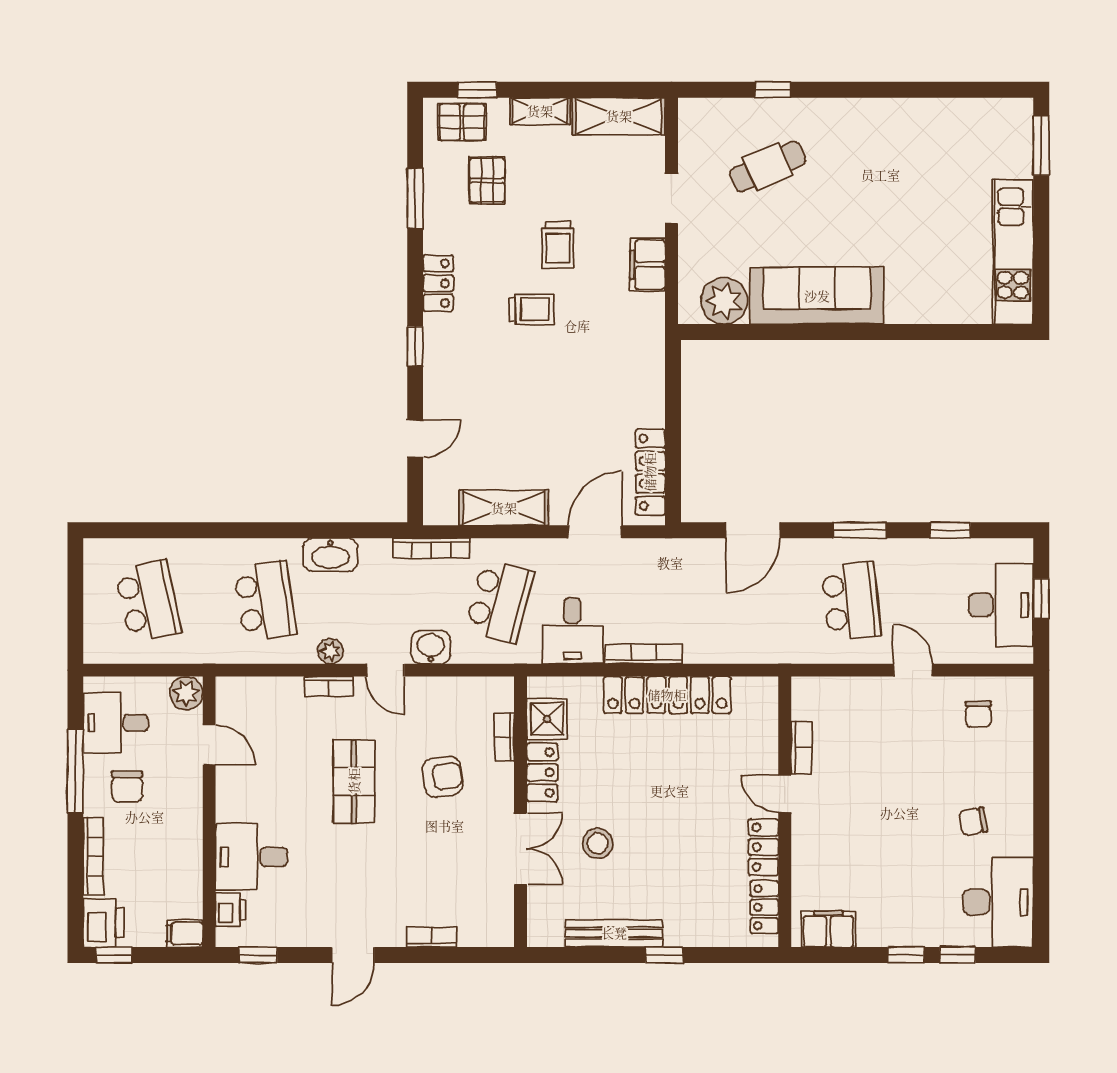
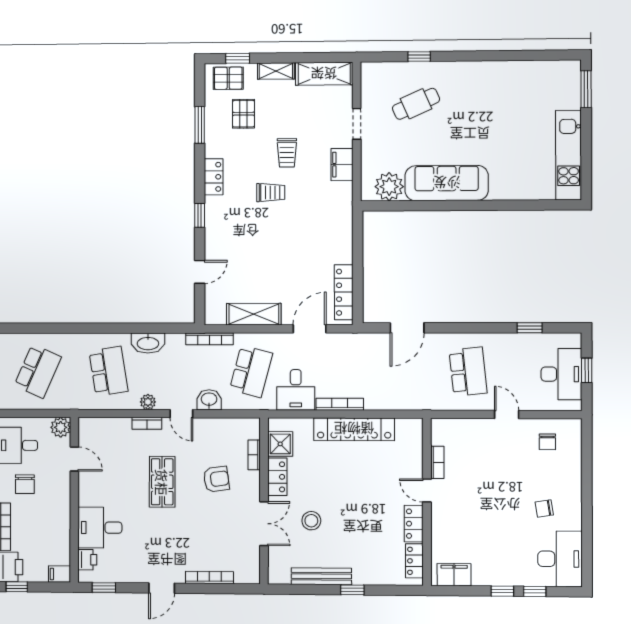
window: (860, 530) -> (473, 328), removed
school desk: (148, 601) -> (38, 371), turned 36
bookcase: (432, 937) -> (209, 578), width x1.56

